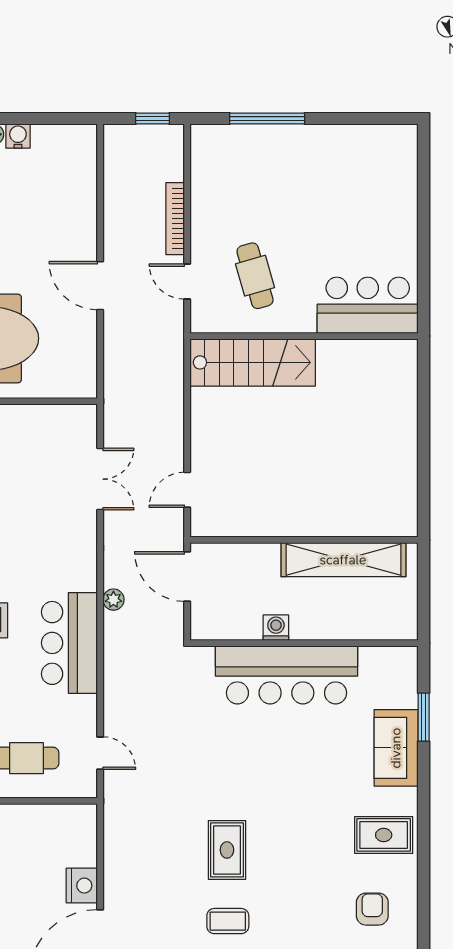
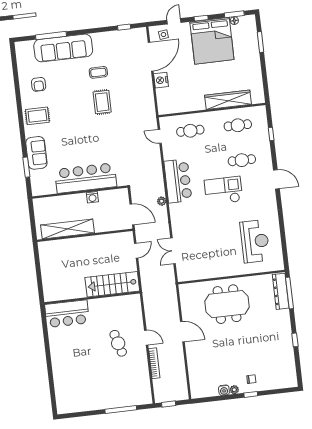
bar counter: (368, 305) -> (67, 314), moved
wall: (304, 336) -> (92, 298), moved
stairs: (253, 362) -> (112, 284), moved

